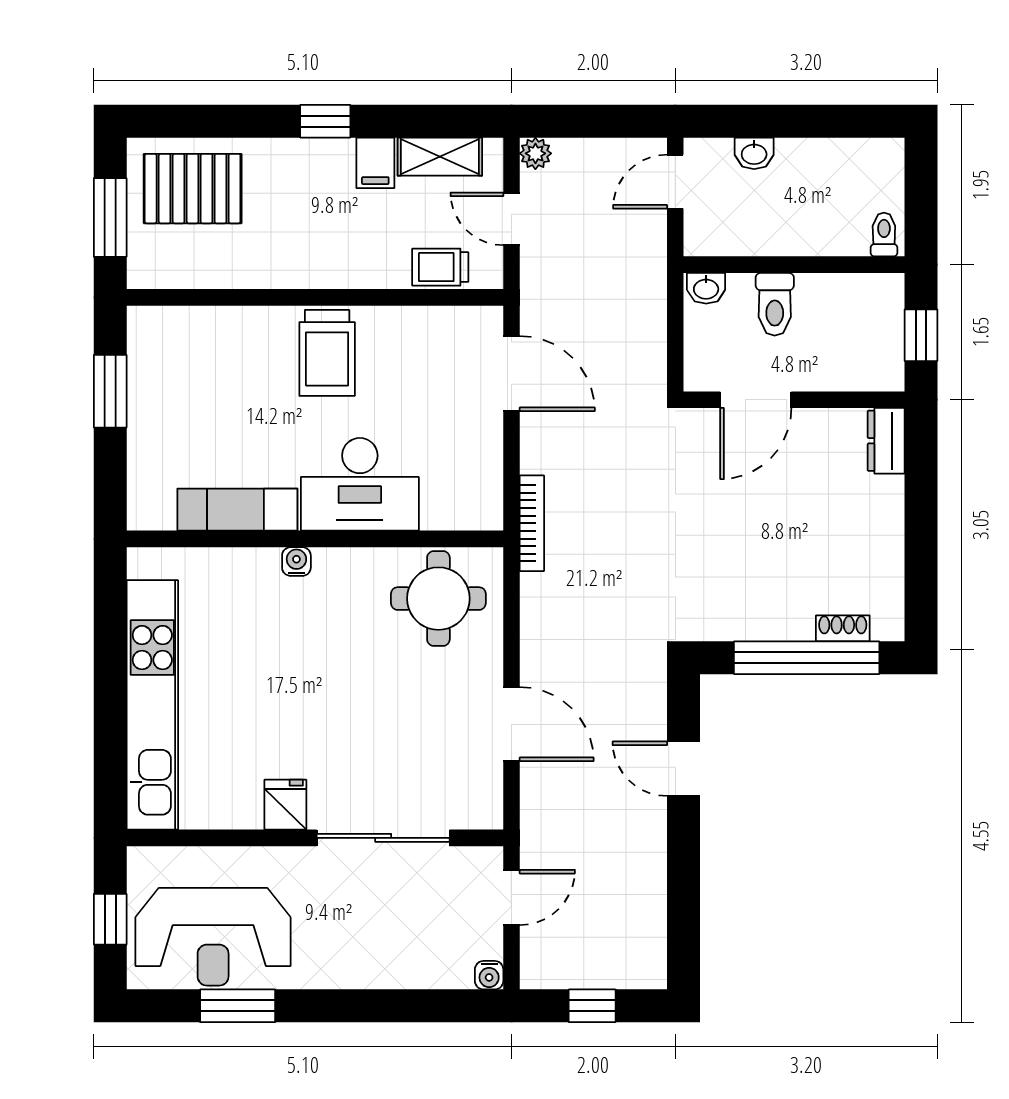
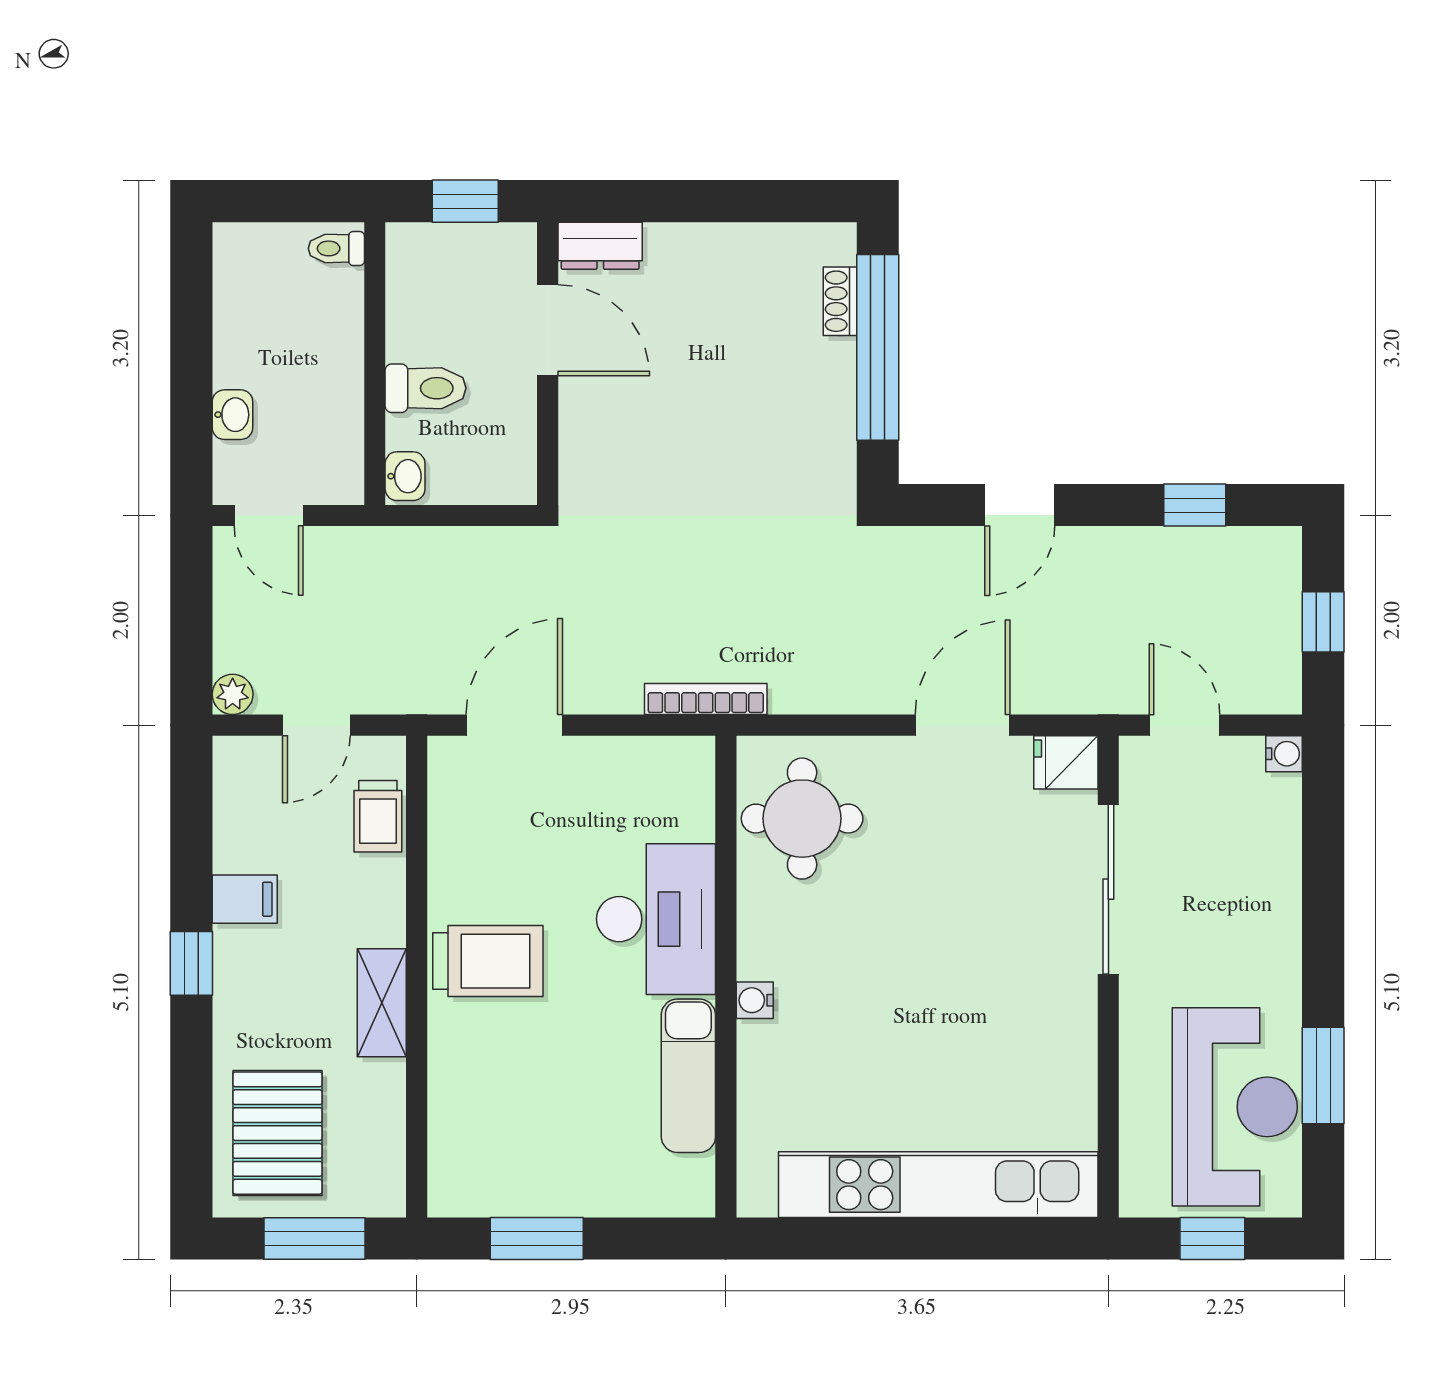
shelving: (440, 157) -> (382, 1003), moved
door: (756, 400) -> (548, 330), moved
fridge: (285, 805) -> (1066, 762), moved
window: (683, 905) -> (1195, 505), added

